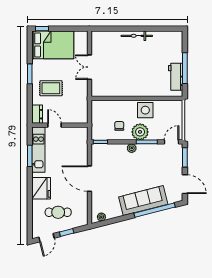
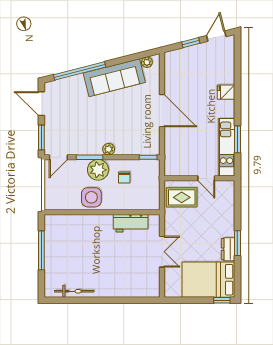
bicycle: (137, 36) -> (74, 291), moved
workbench: (176, 77) -> (131, 223), moved, turned 90
rug: (51, 88) -> (182, 197), moved
dresser: (37, 114) -> (228, 249), moved
fridge: (41, 188) -> (226, 92), width x0.53, depth x0.75
sofa: (143, 201) -> (114, 78), moved
cafe table: (58, 212) -> (202, 68), removed

